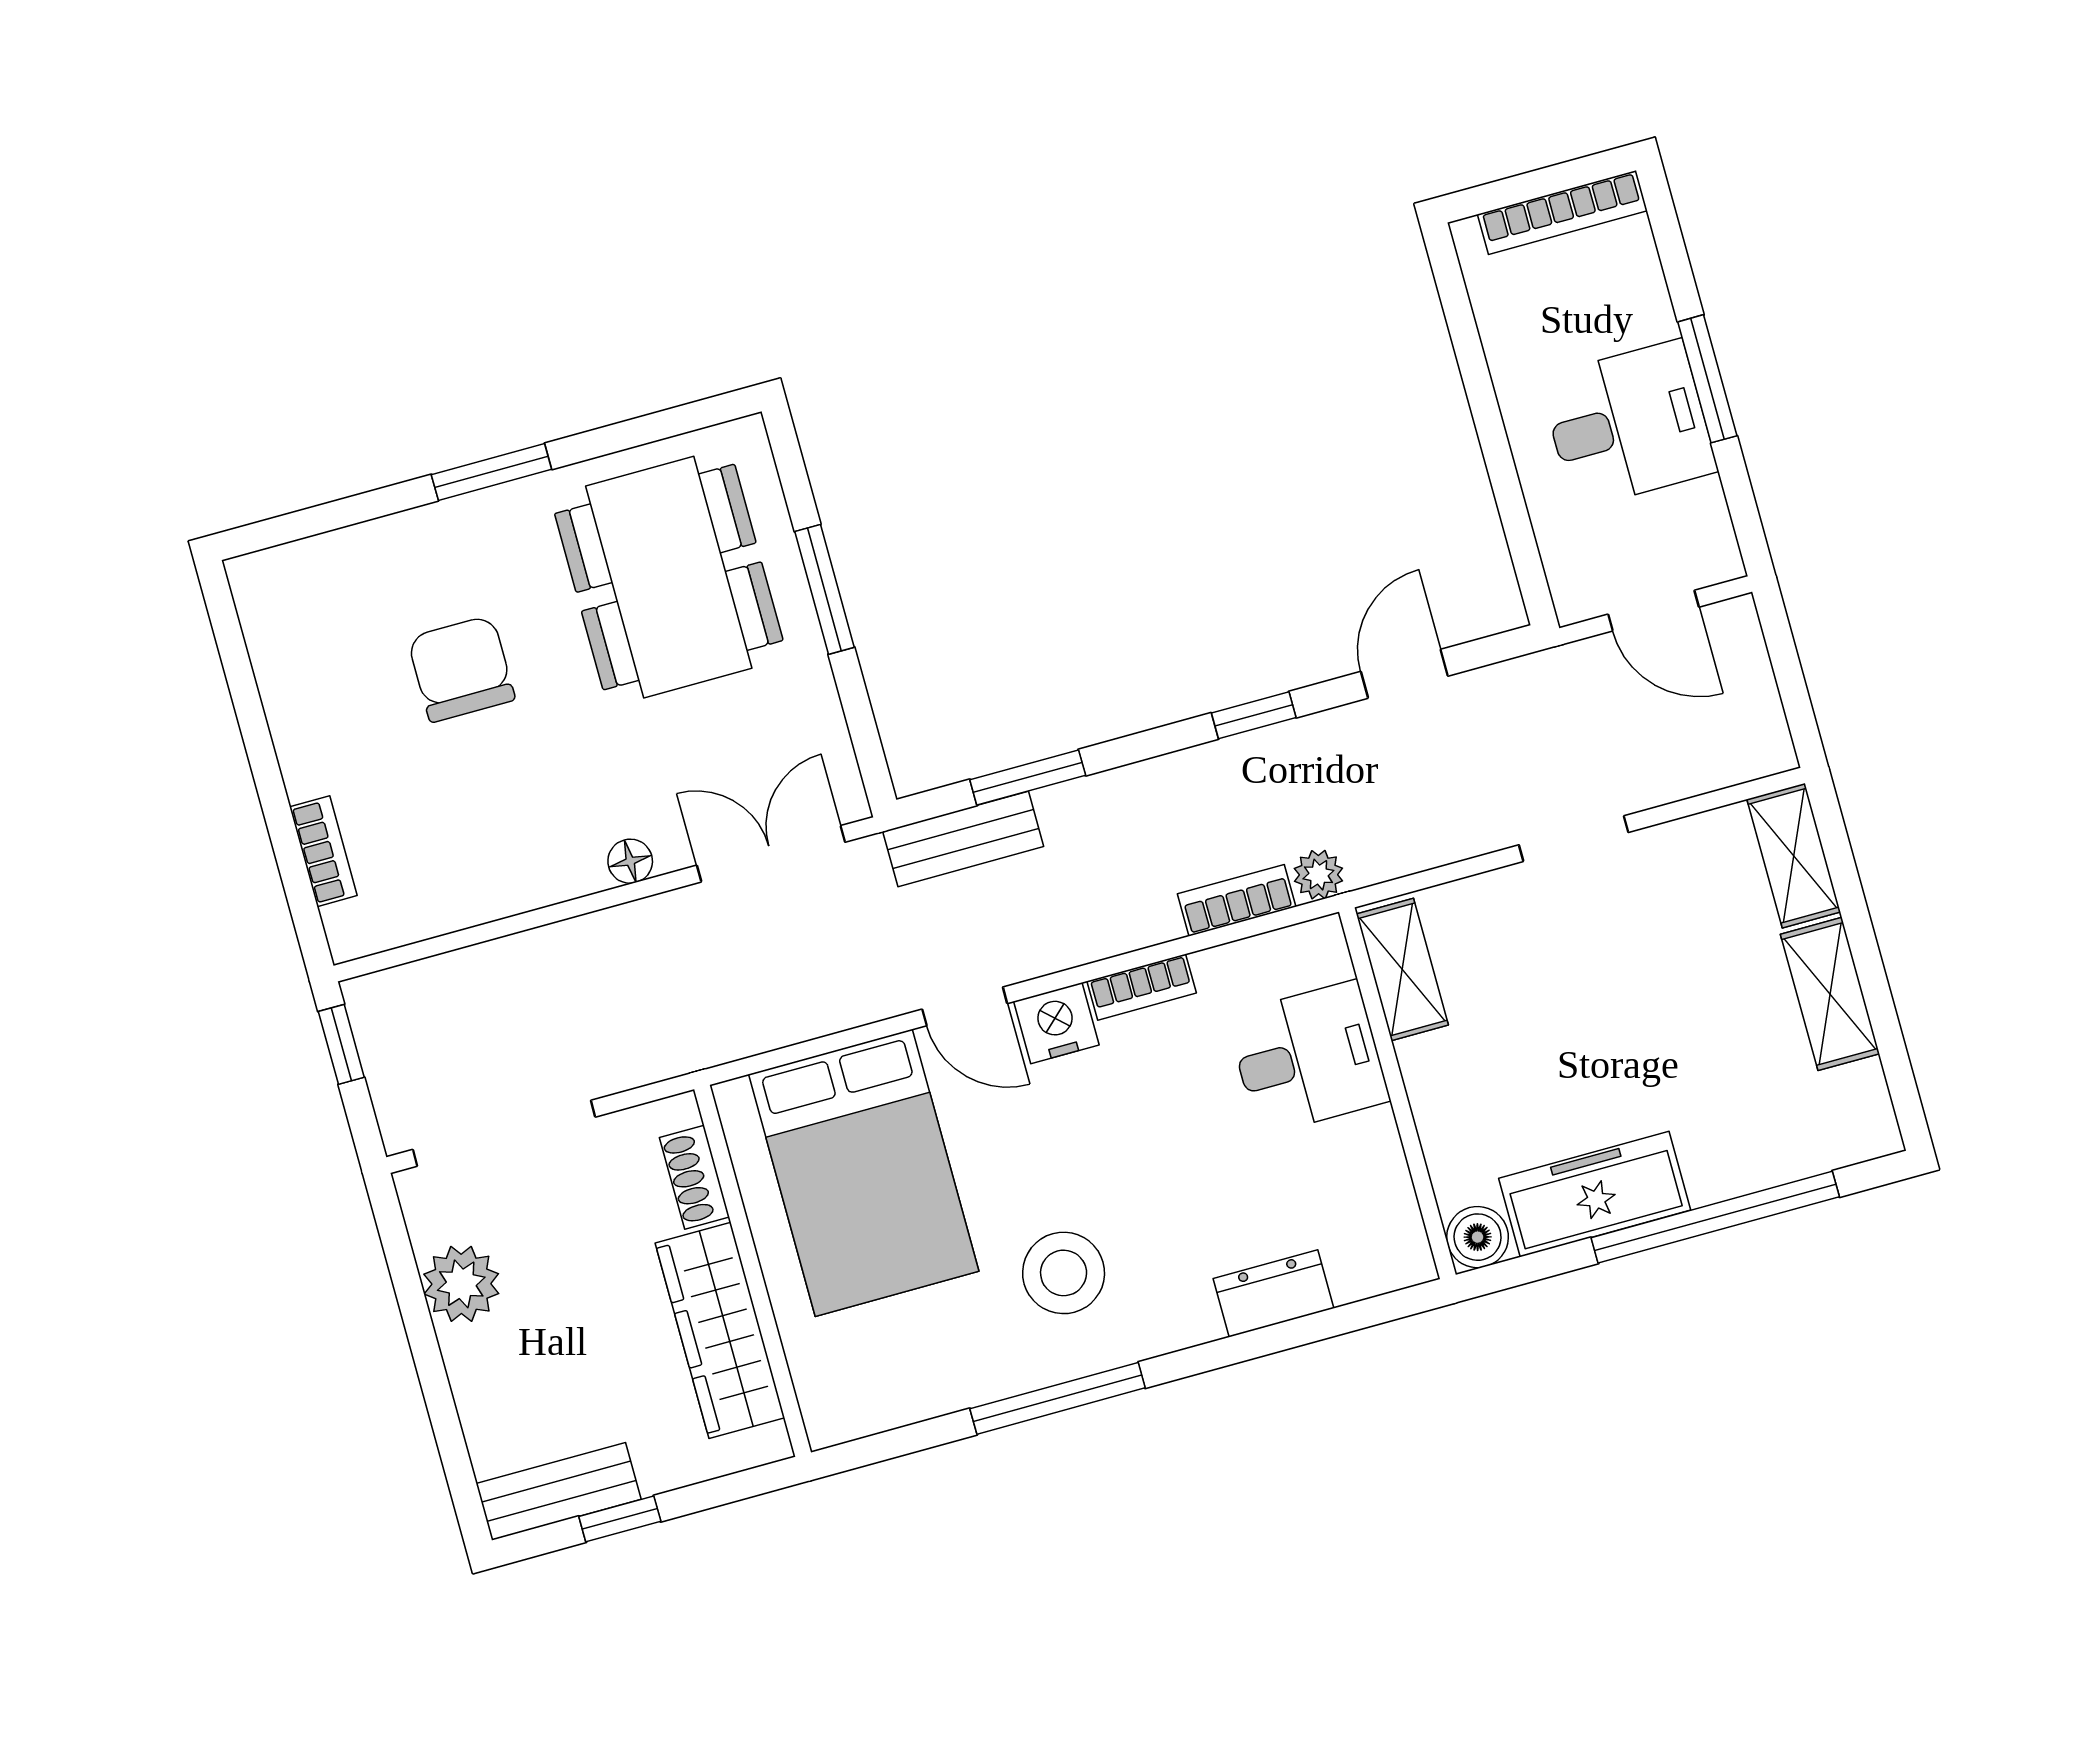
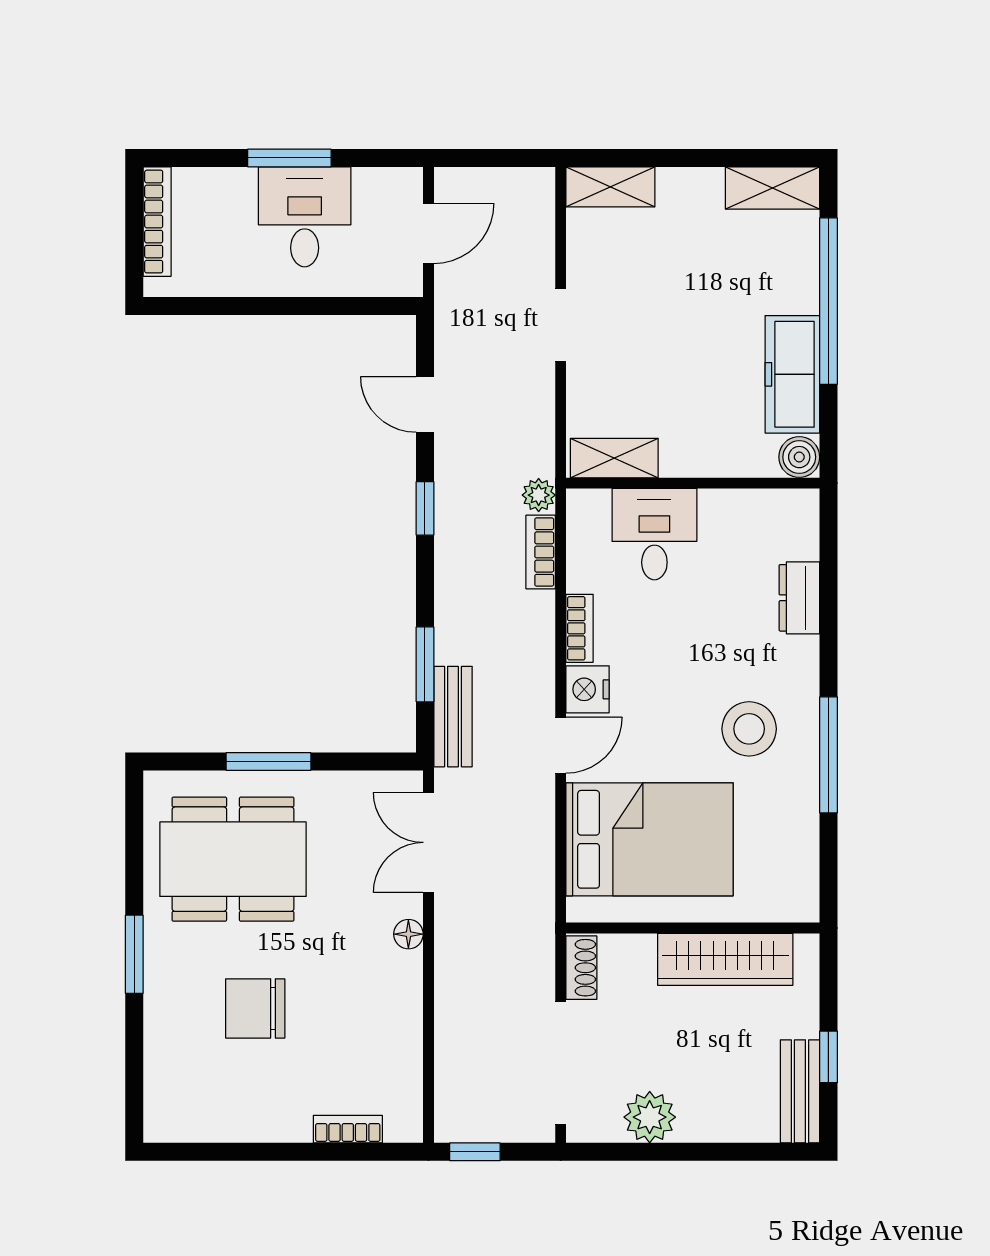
shelving: (1830, 994) -> (773, 188), moved
shoe rack: (694, 1177) -> (581, 968), moved, turned -90

